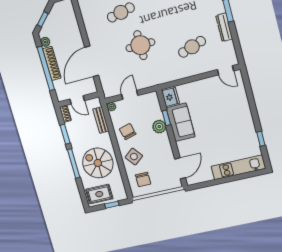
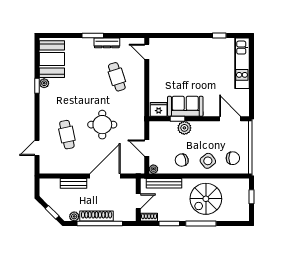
bench: (76, 32) -> (73, 183), added
door: (92, 61) -> (105, 176), swing flipped
door: (225, 70) -> (147, 52), swing flipped
bench: (101, 120) -> (164, 183), width x1.36
rug: (99, 194) -> (238, 207), removed

